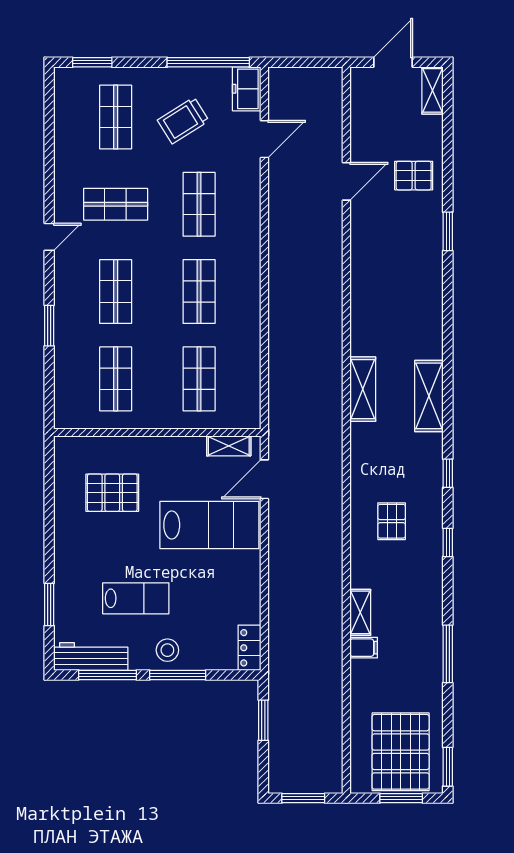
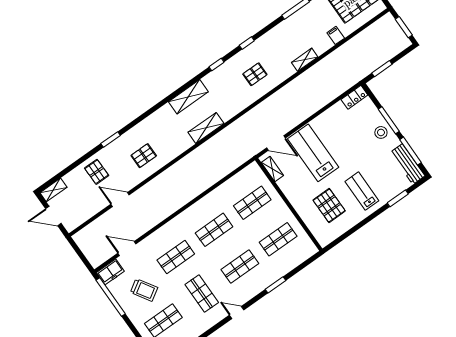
pallet: (388, 265) -> (144, 156), added
lab bench: (136, 598) -> (362, 191), moved
filing cabinet: (364, 648) -> (336, 35), moved

